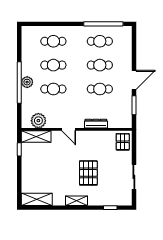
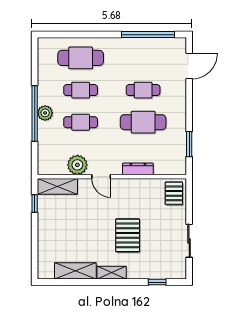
cafe table: (53, 41) -> (81, 58), width x1.37, depth x1.35
cafe table: (100, 41) -> (143, 58), removed
door: (134, 80) -> (189, 66), moved
cafe table: (100, 89) -> (143, 122), width x1.37, depth x1.35
plant: (38, 121) -> (77, 165), moved
shelving: (37, 199) -> (75, 271), moved

